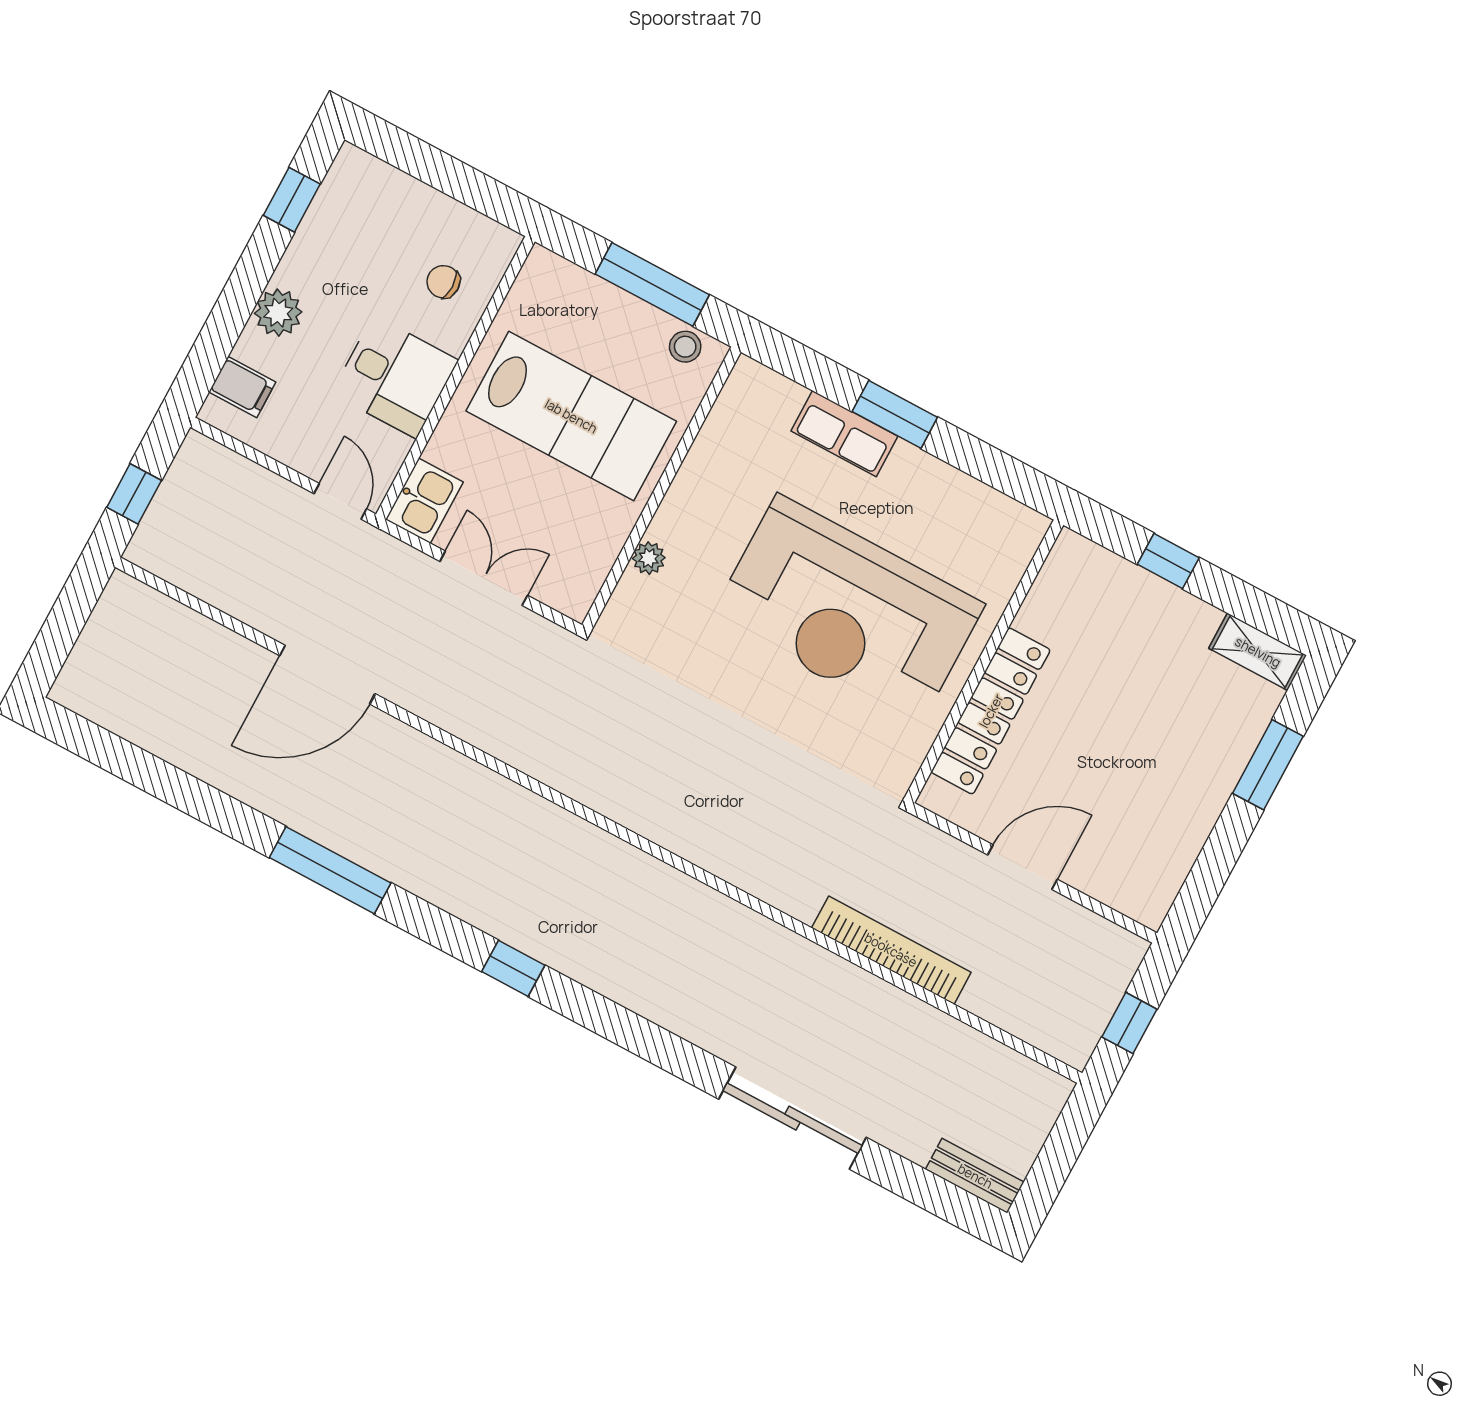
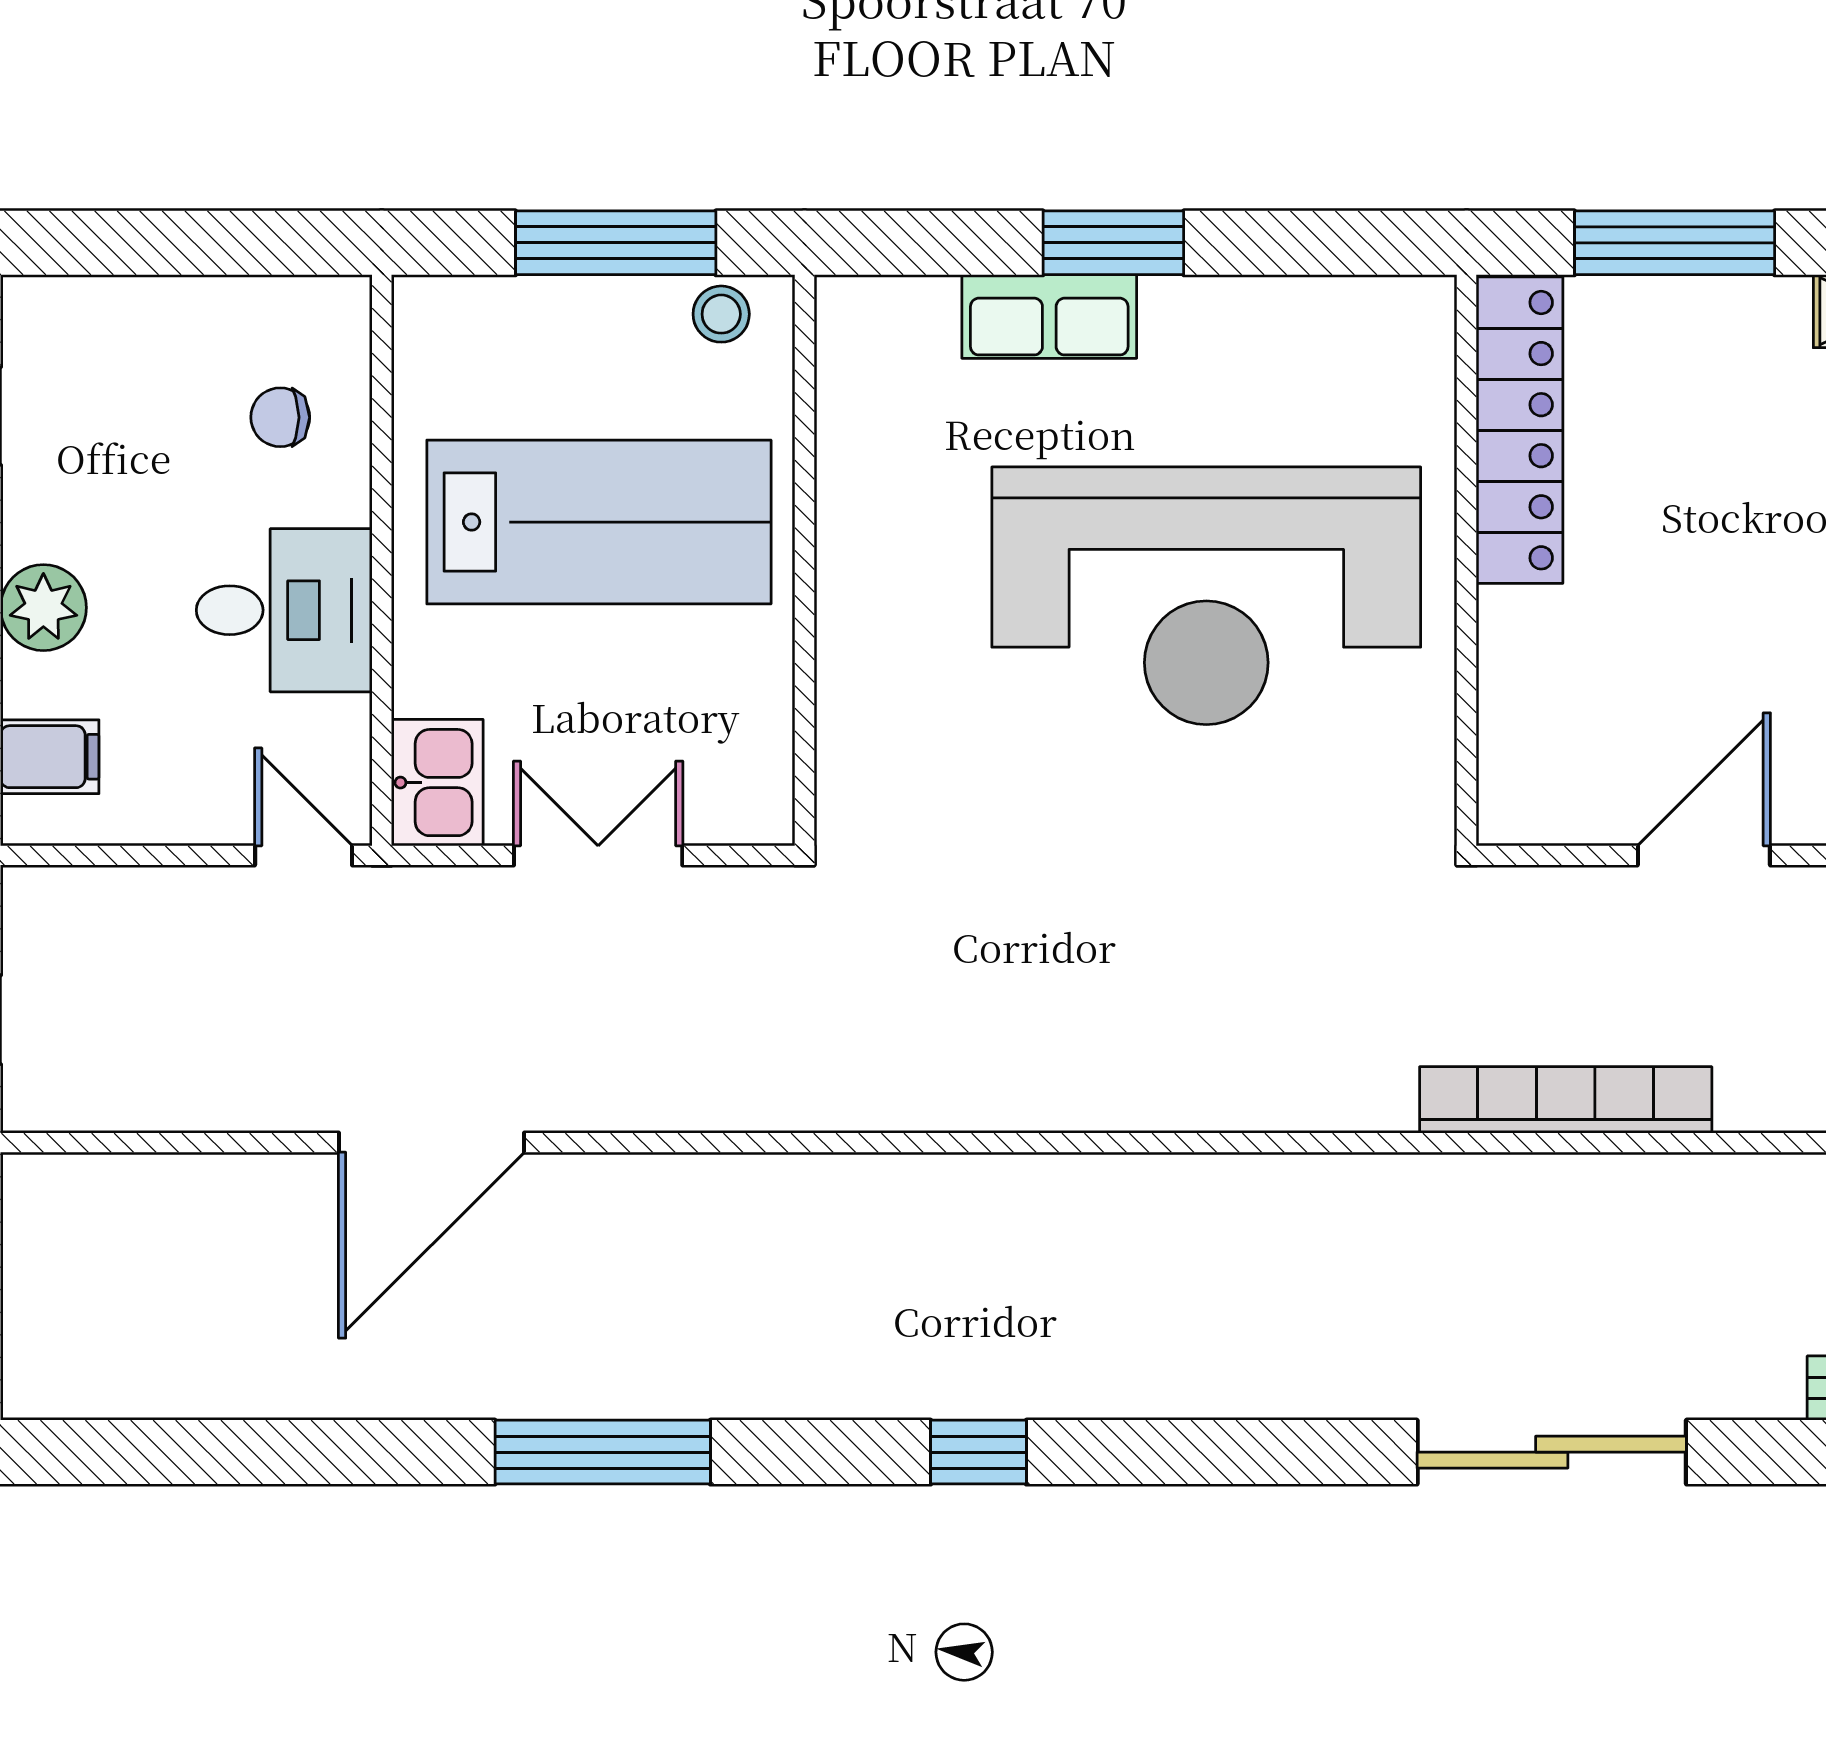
plant: (649, 558) -> (844, 682), removed
window: (1168, 561) -> (1675, 243), width x2.17
locker: (991, 711) -> (1519, 430), moved

